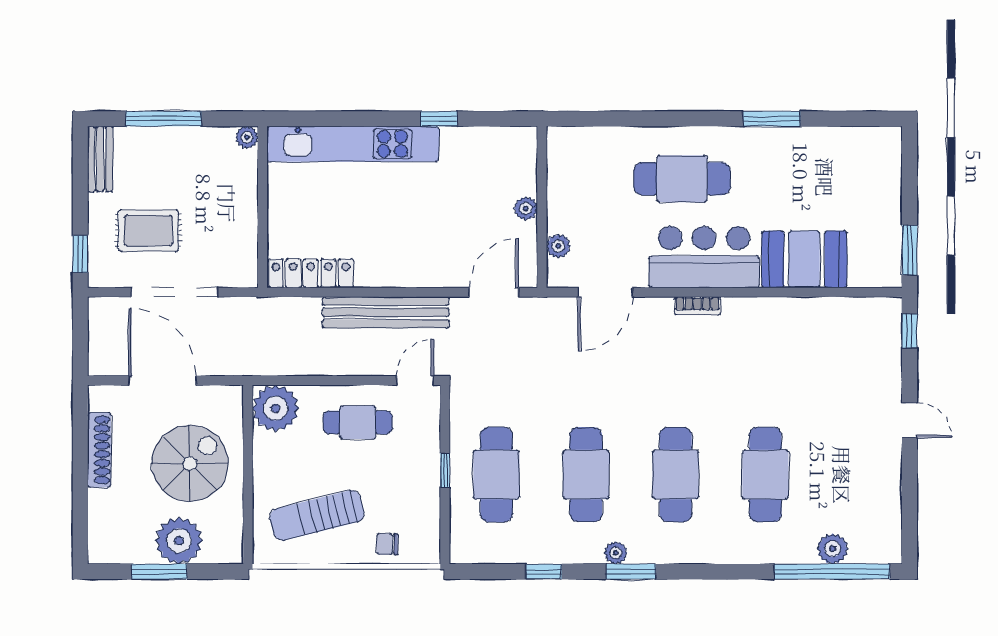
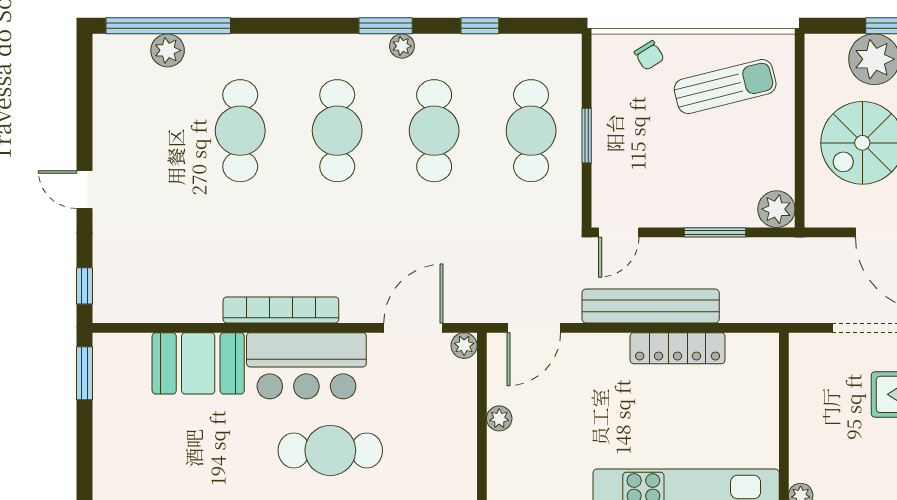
plant: (558, 246) -> (464, 346), moved
locker: (311, 273) -> (678, 348), moved
bookcase: (697, 306) -> (281, 310), width x2.31, depth x1.31
window: (326, 380) -> (715, 232), added
plant: (276, 408) -> (776, 209), width x0.73, depth x0.73
cafe table: (358, 422) -> (681, 187), removed
window: (445, 470) -> (587, 136), width x1.50
chair: (387, 544) -> (649, 55), turned 58

